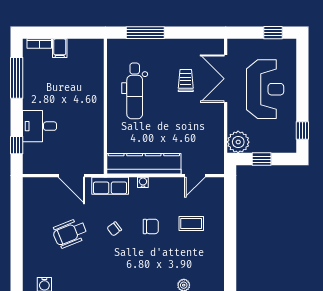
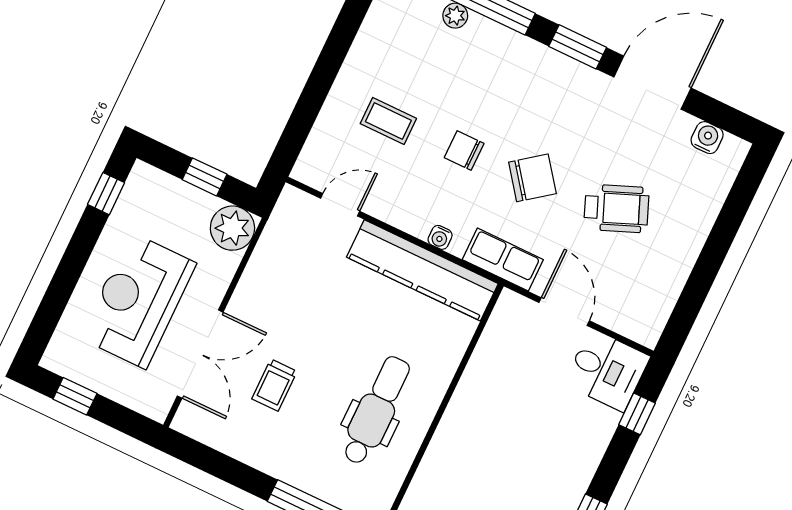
desk: (40, 126) -> (607, 370), moved
chair: (114, 229) -> (532, 178), width x1.87, depth x1.87

